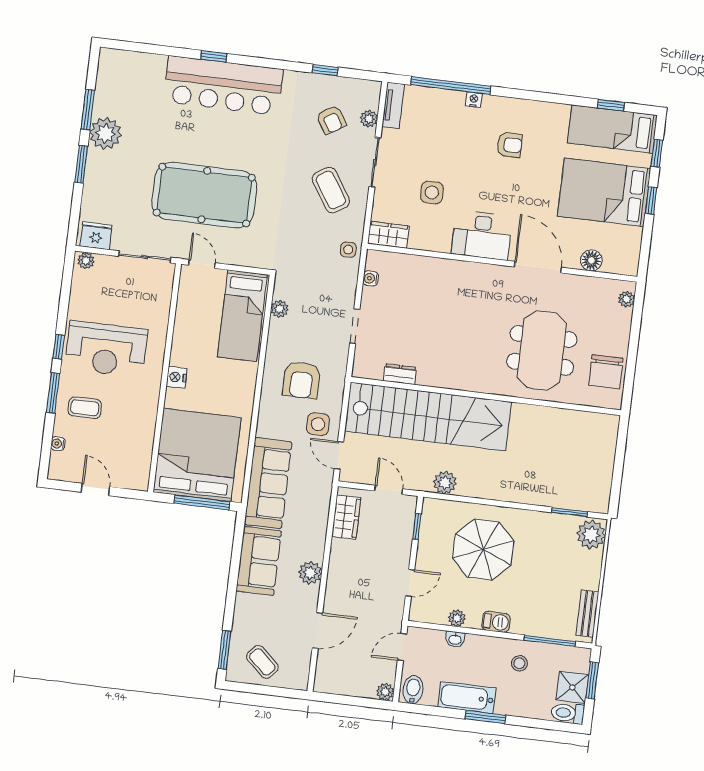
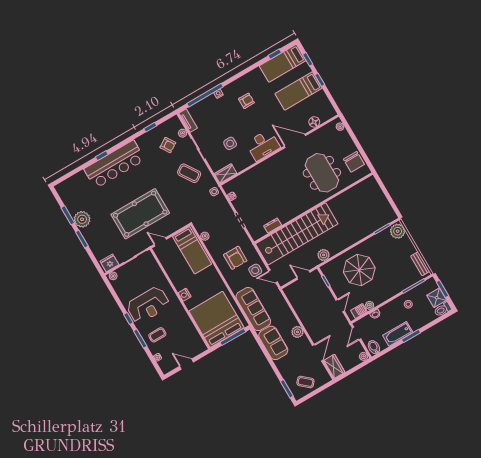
bed: (604, 192) -> (299, 91), width x0.67
wardrobe: (346, 517) -> (334, 366), moved
barbecue: (496, 622) -> (359, 311), moved

